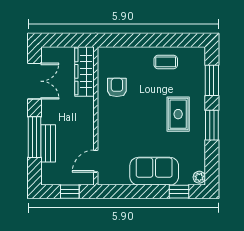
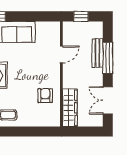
armchair: (117, 87) -> (45, 96), turned 180
door: (96, 161) -> (61, 54), moved

